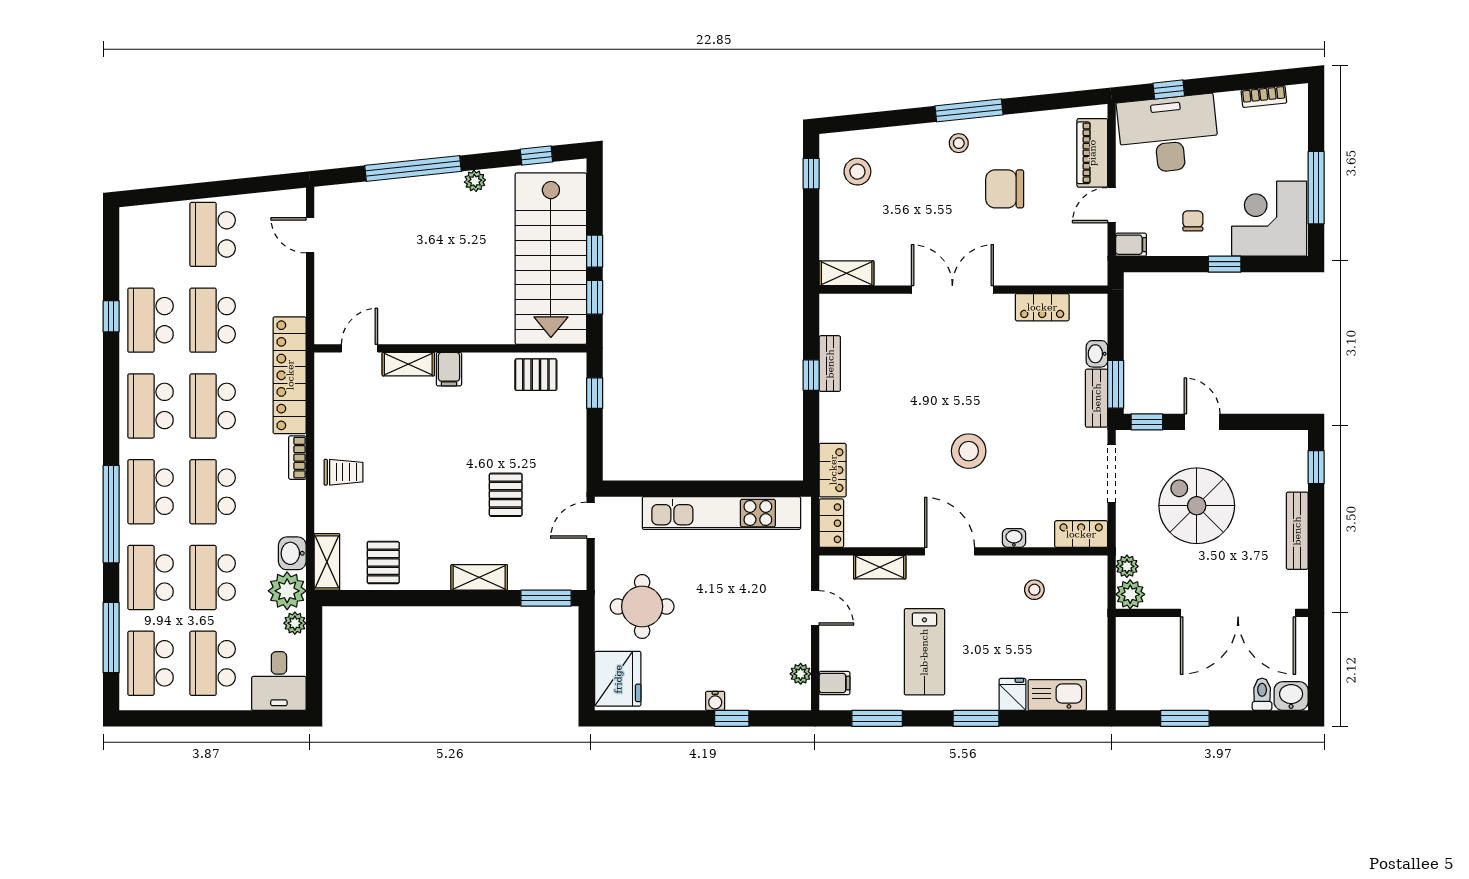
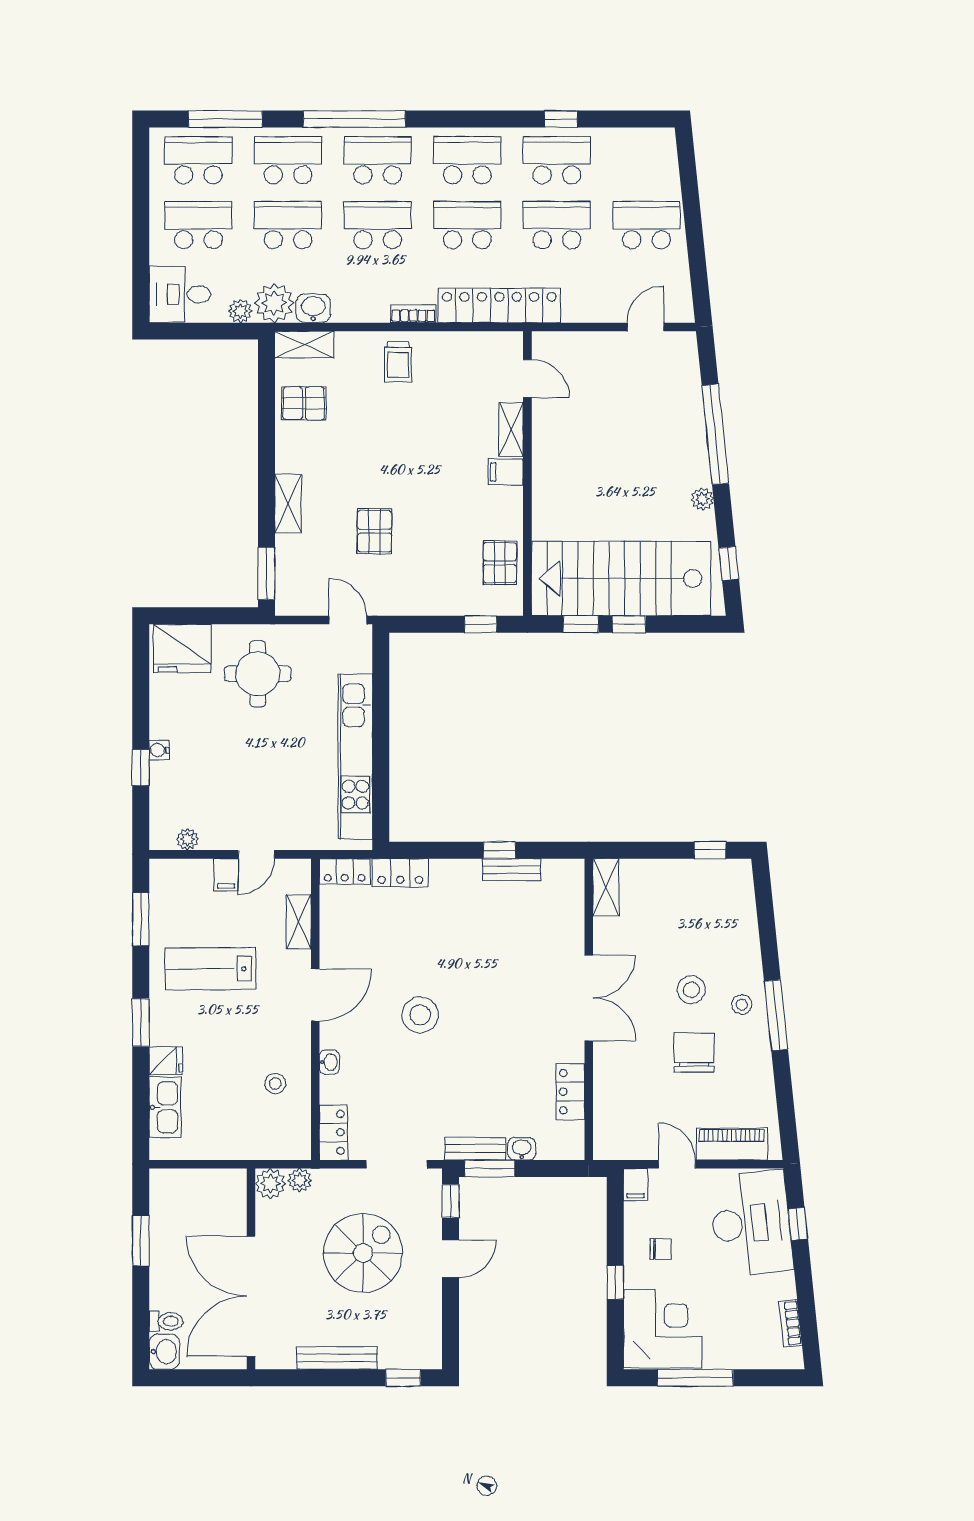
stool: (857, 172) -> (691, 990), moved
pallet: (506, 495) -> (375, 531), turned 90
filing cabinet: (835, 683) -> (226, 875), moved

